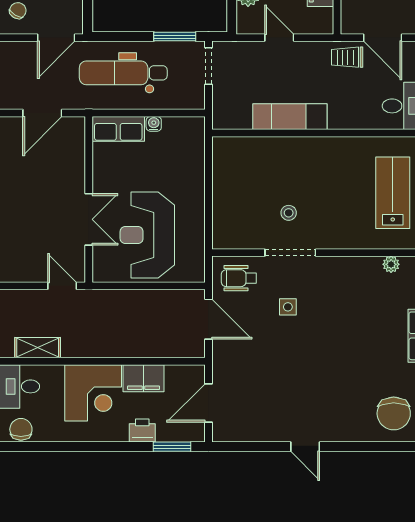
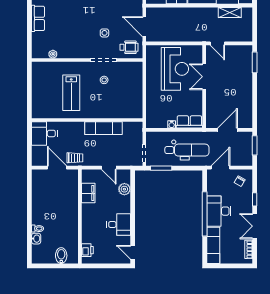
lab bench: (393, 193) -> (71, 93), moved

